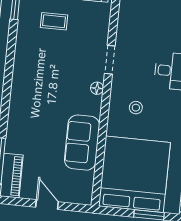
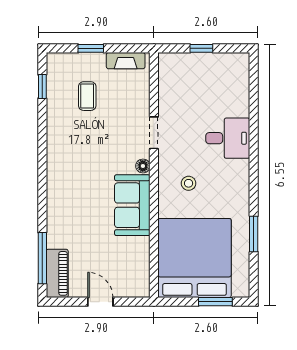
coffee table: (54, 21) -> (87, 96), turned 90
sofa: (82, 143) -> (132, 205), moved

